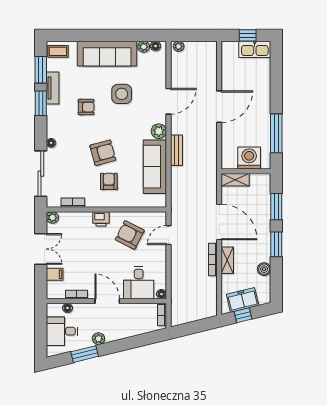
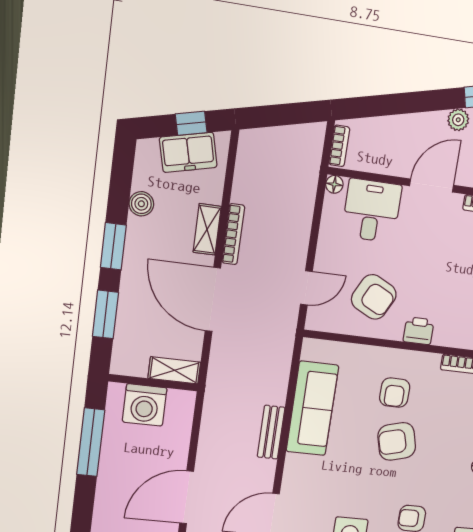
plant: (159, 131) -> (297, 467), removed
door: (107, 301) -> (432, 186), swing flipped

